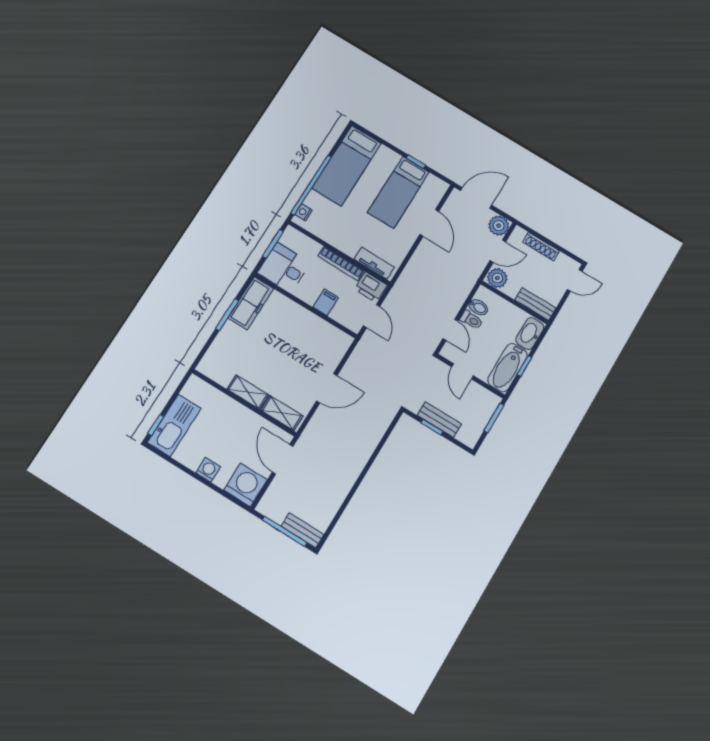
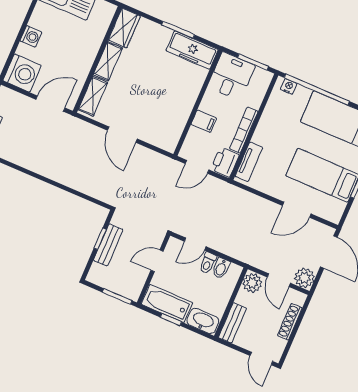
wardrobe: (216, 370) -> (124, 28), added

